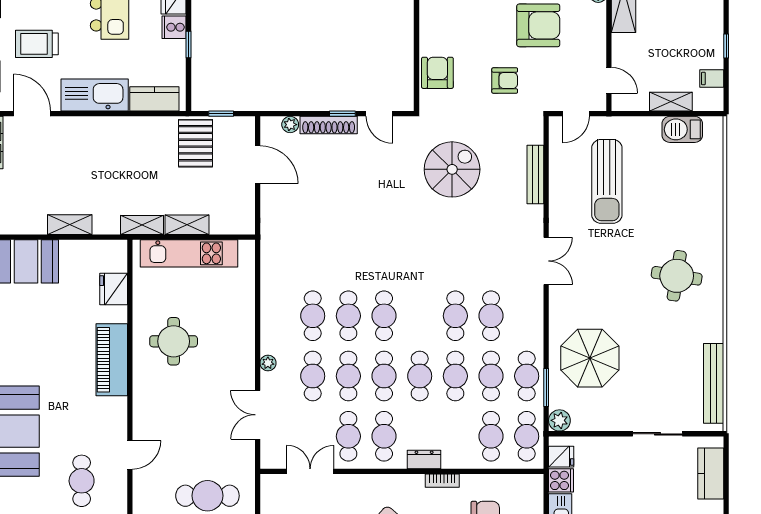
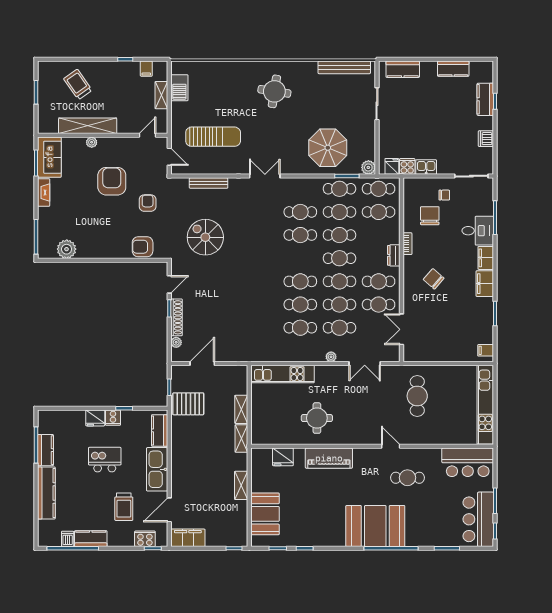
kitchen unit: (189, 253) -> (282, 374), moved, turned 90

